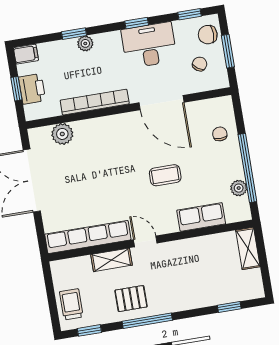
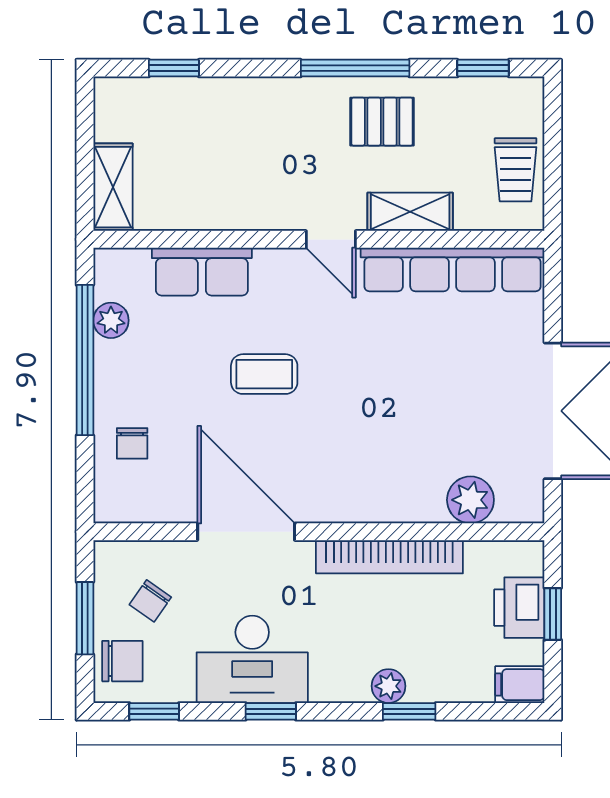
trolley: (71, 304) -> (516, 170), moved

